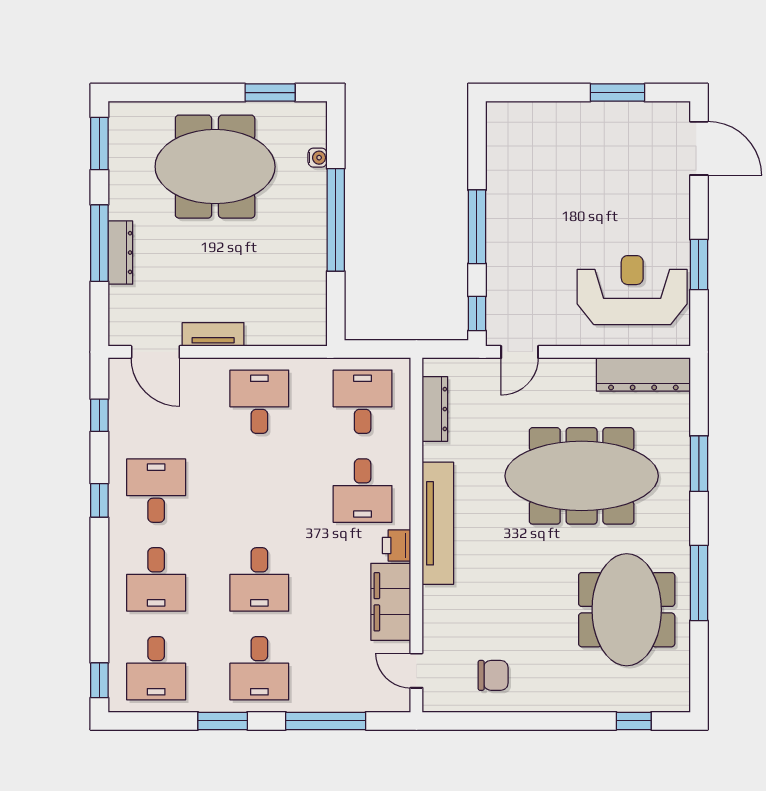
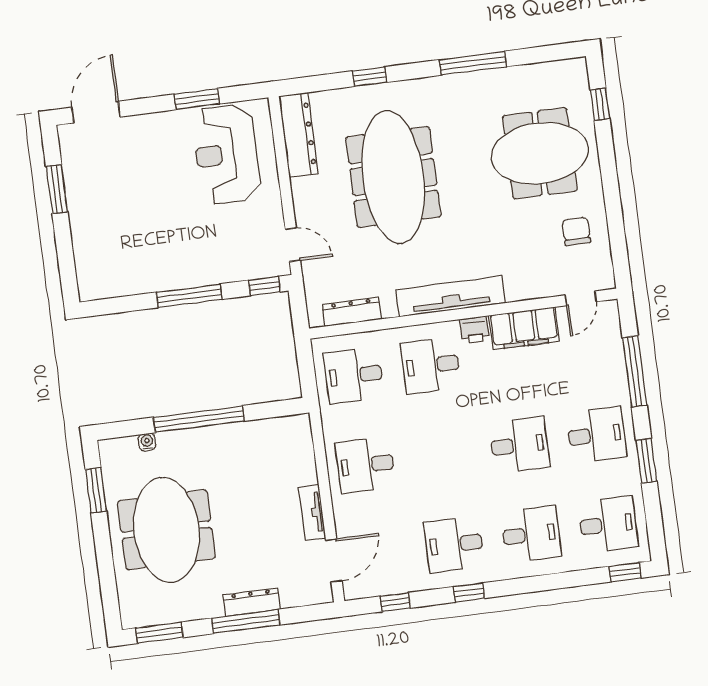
window: (699, 464) -> (370, 77), width x0.67
desk: (363, 491) -> (431, 365), turned 180
meeting table: (627, 610) -> (540, 153), moved

